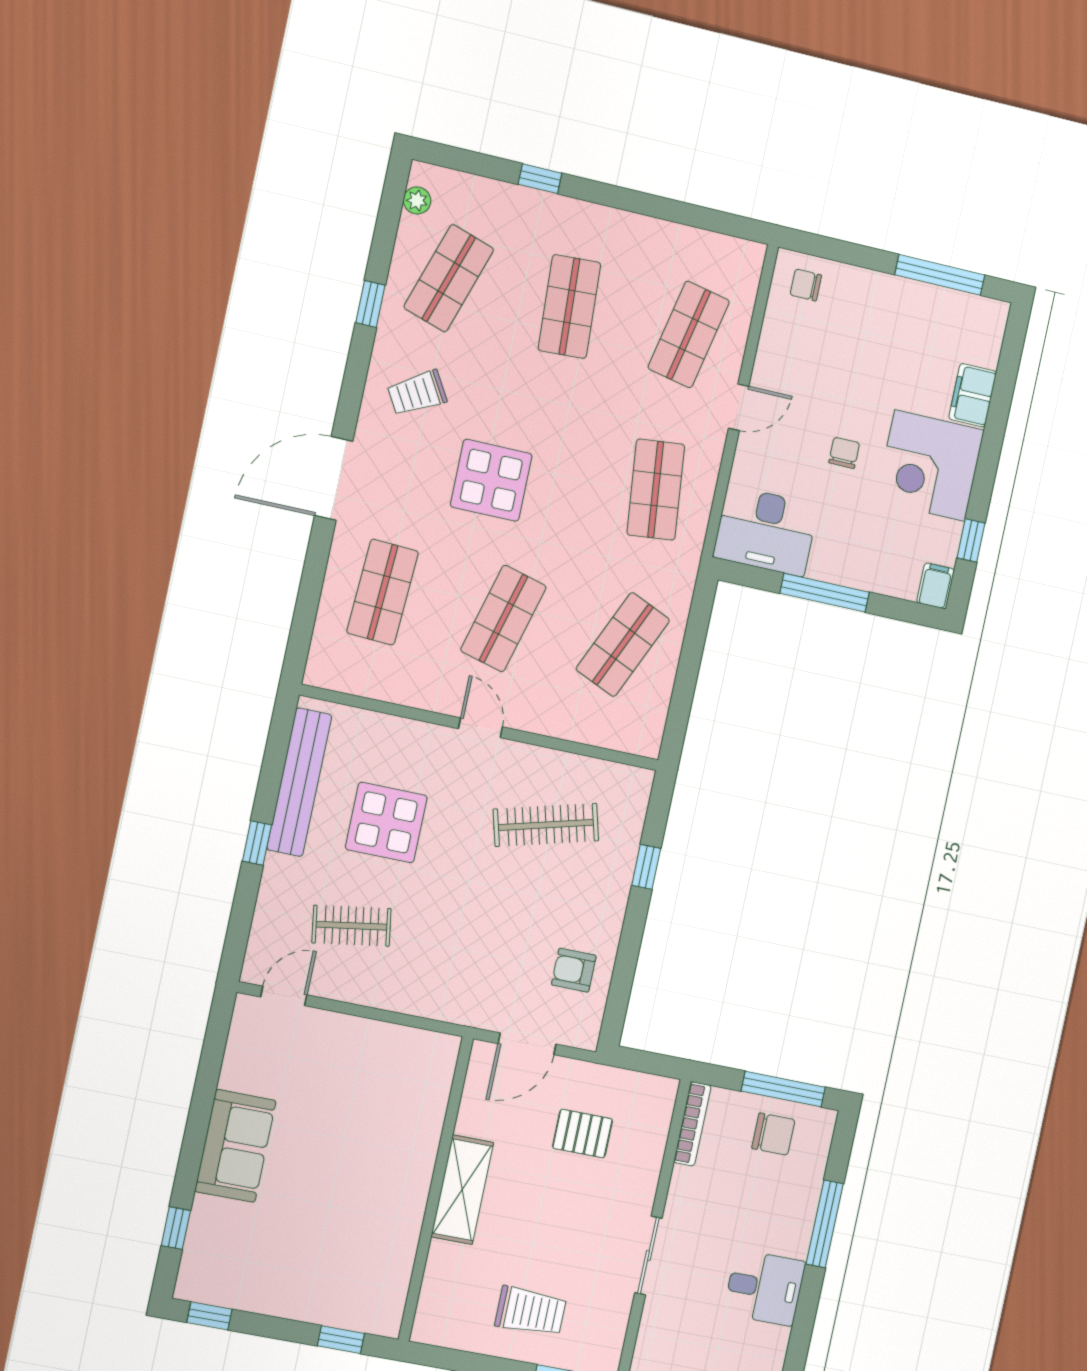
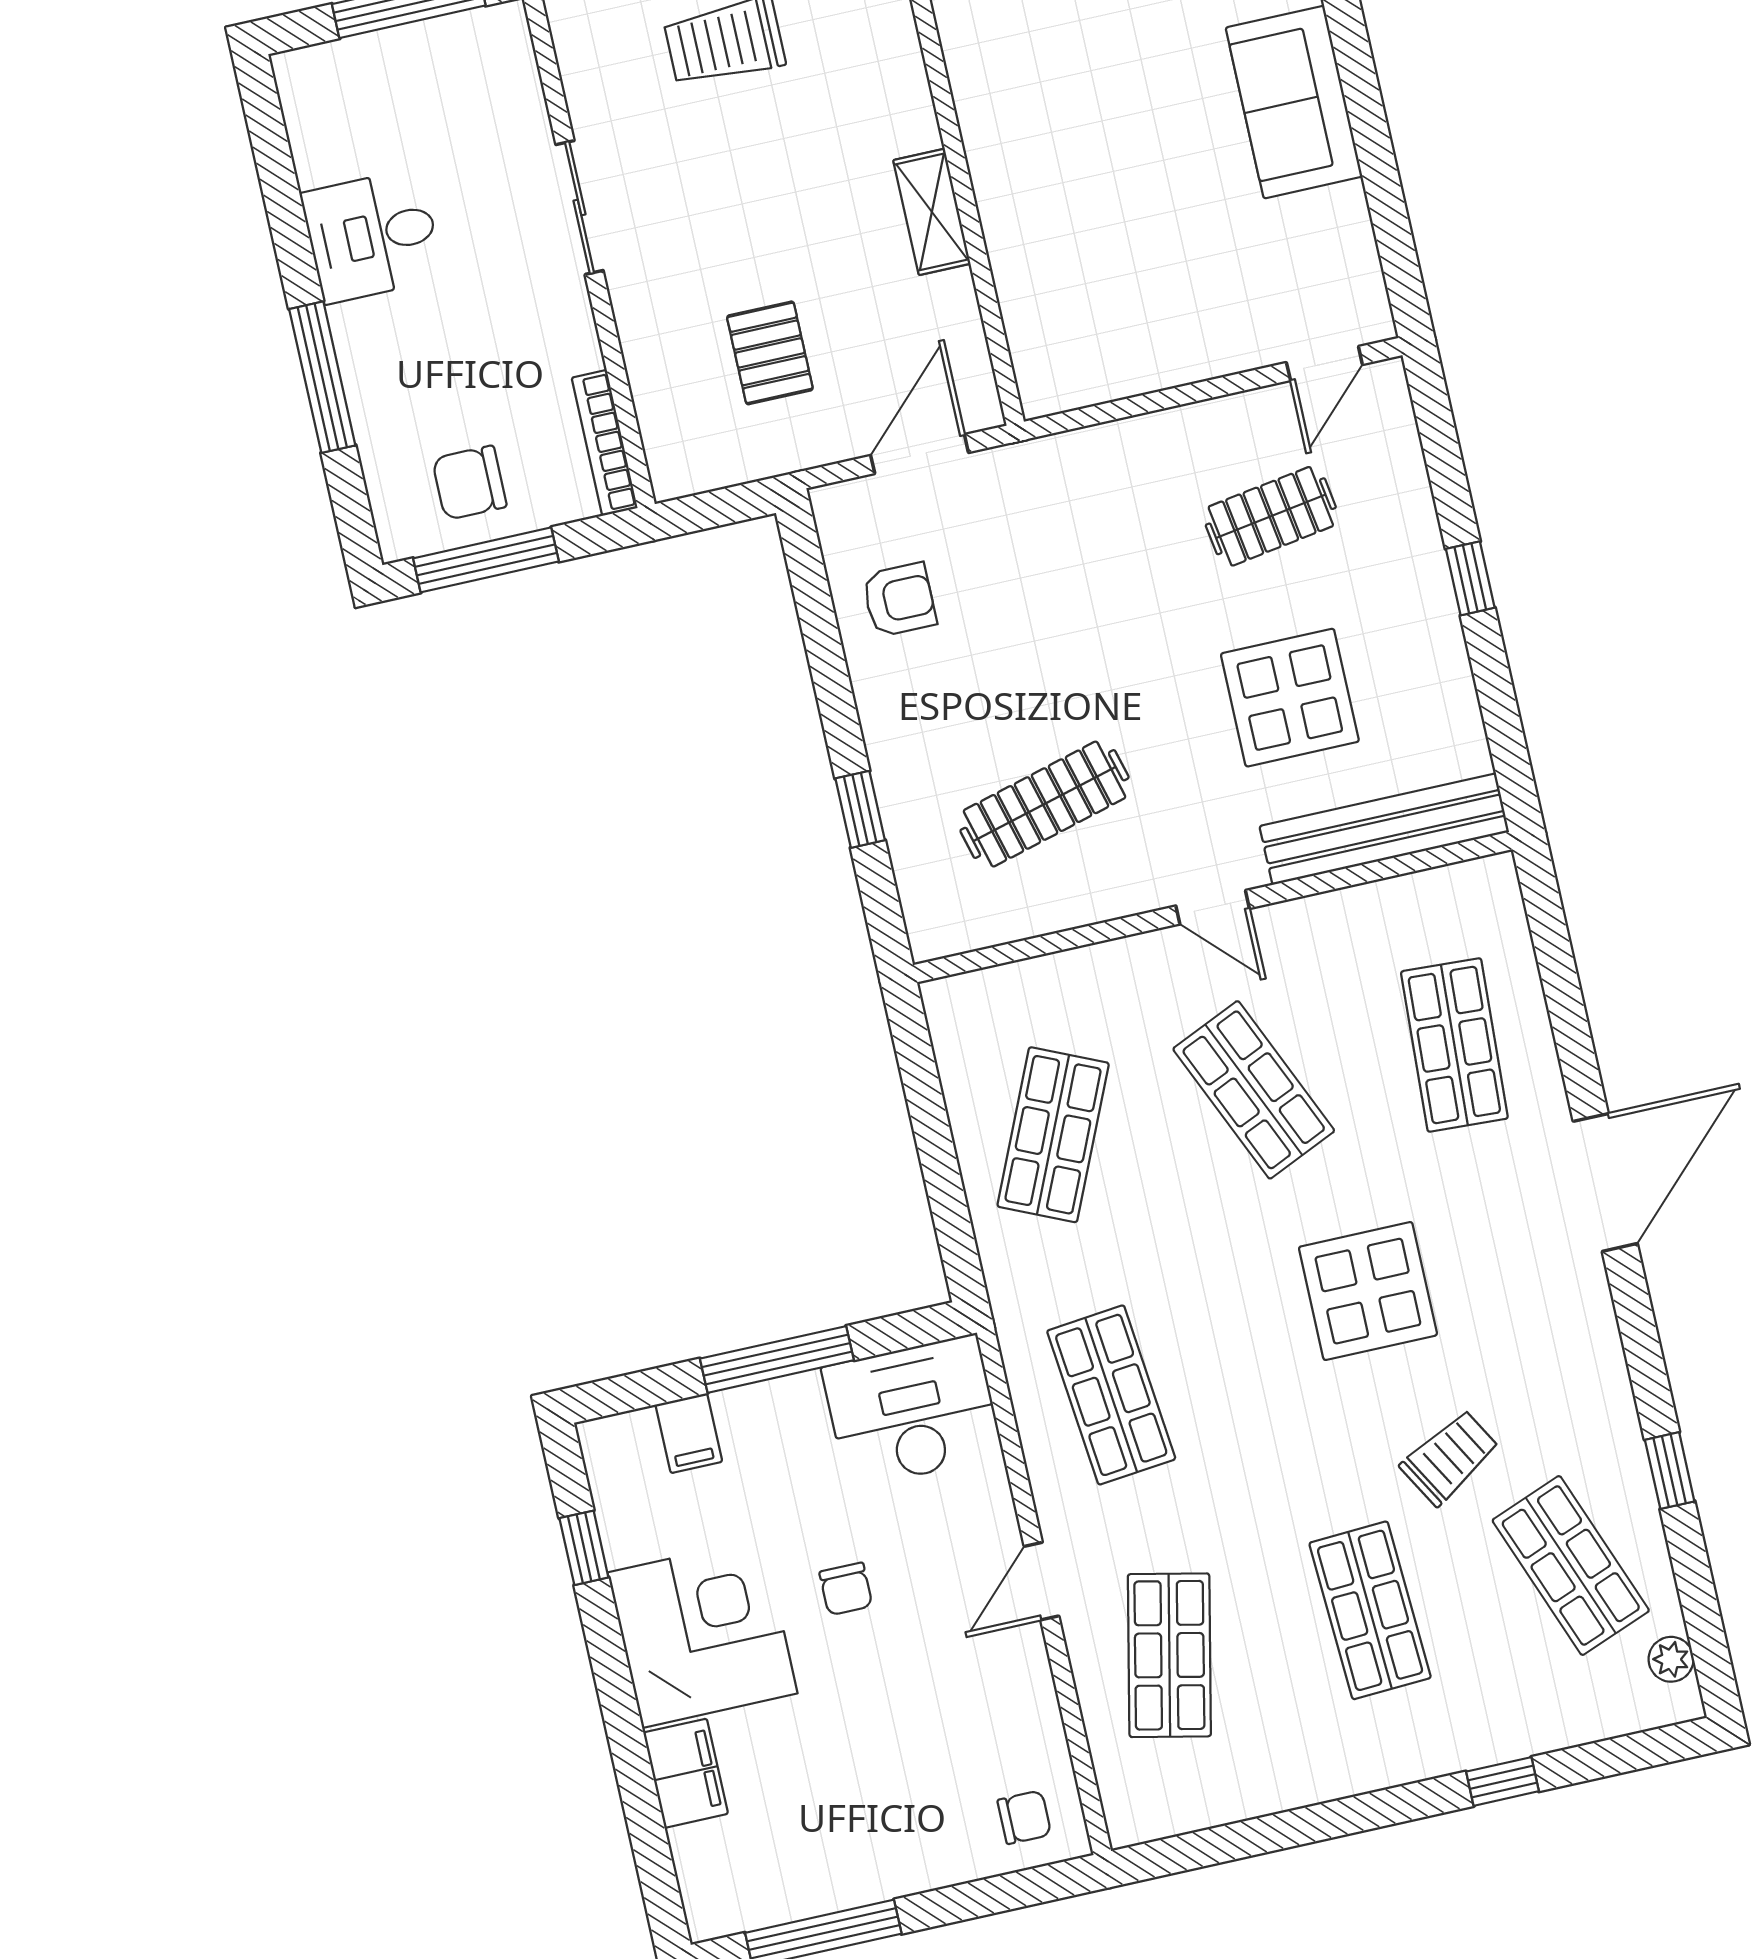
shop shelf: (449, 278) -> (1571, 1565), turned -39
trolley: (417, 393) -> (1450, 1457), moved
filing cabinet: (936, 586) -> (689, 1433), moved
shop shelf: (503, 618) -> (1254, 1090), turned -39
bench: (299, 782) -> (1384, 829), moved, turned 90
pallet: (583, 1134) -> (770, 353), turned 90
shelving: (462, 1190) -> (932, 212), width x0.67, depth x0.75

